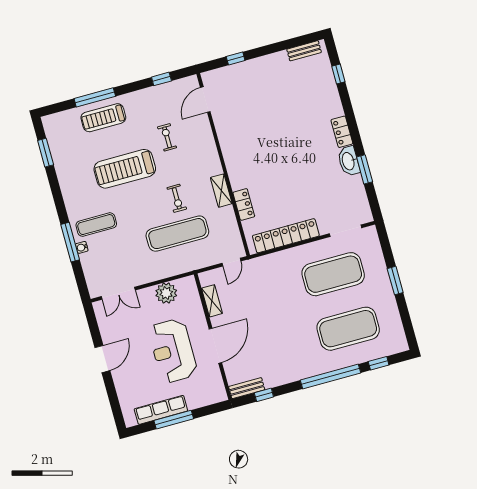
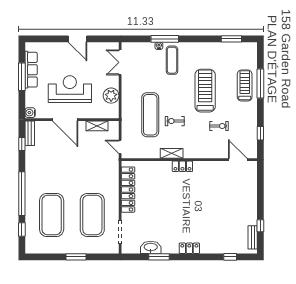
window: (236, 59) -> (260, 226), moved
washbasin: (349, 161) -> (151, 247), moved
locker: (244, 204) -> (182, 166), moved
water cooler: (219, 395) -> (30, 113), added

